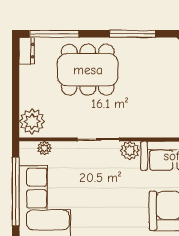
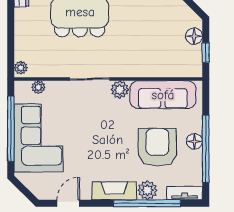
plant: (32, 121) -> (21, 68), width x0.53, depth x0.53

